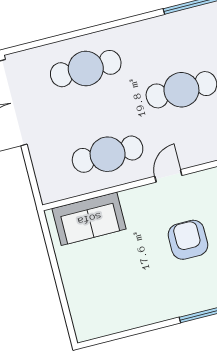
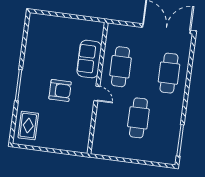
sofa: (89, 219) -> (89, 59), moved

